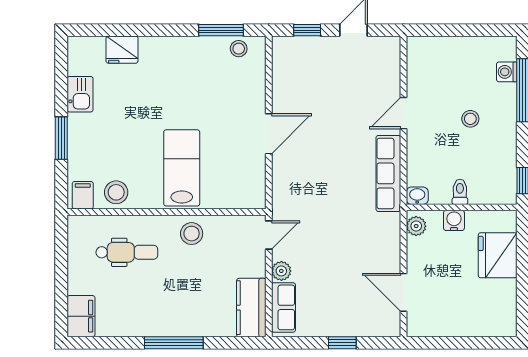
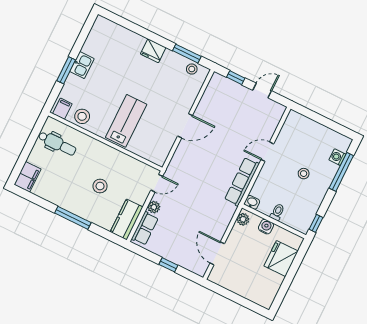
fridge: (122, 50) -> (153, 51), moved
kitchen sink: (80, 94) -> (82, 65), moved
stool: (192, 234) -> (100, 186), moved
dental chair: (127, 252) -> (57, 143), moved

